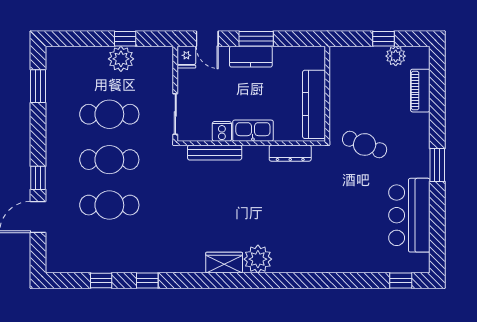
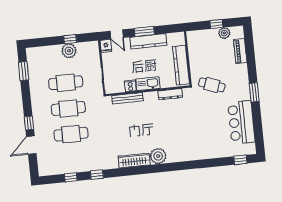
kitchen counter: (251, 57) -> (148, 41), width x1.50
wardrobe: (224, 263) -> (134, 161), width x1.50

